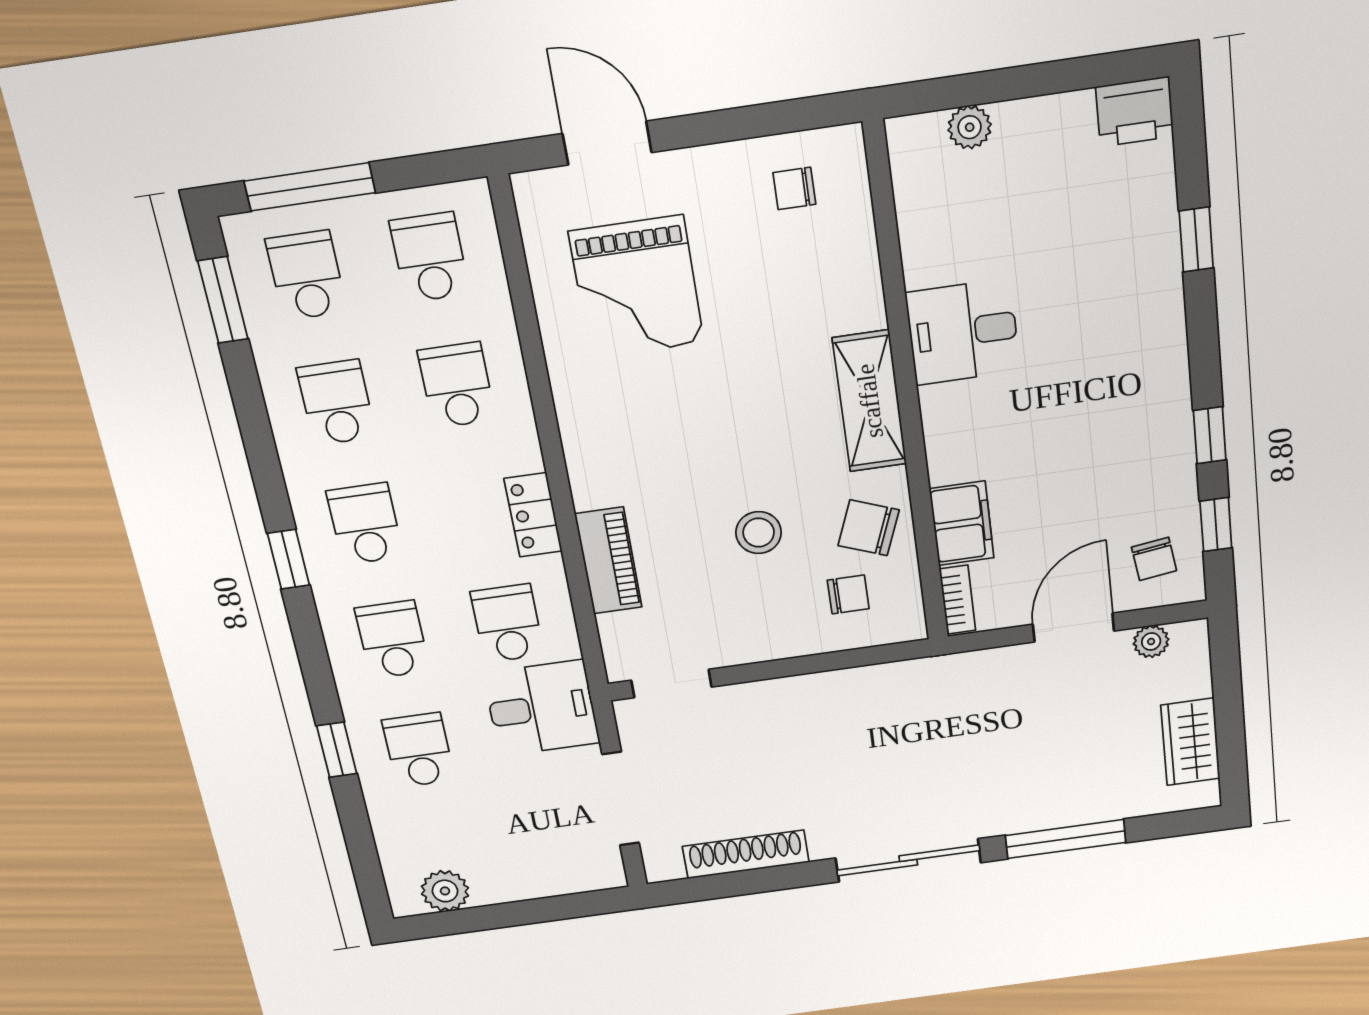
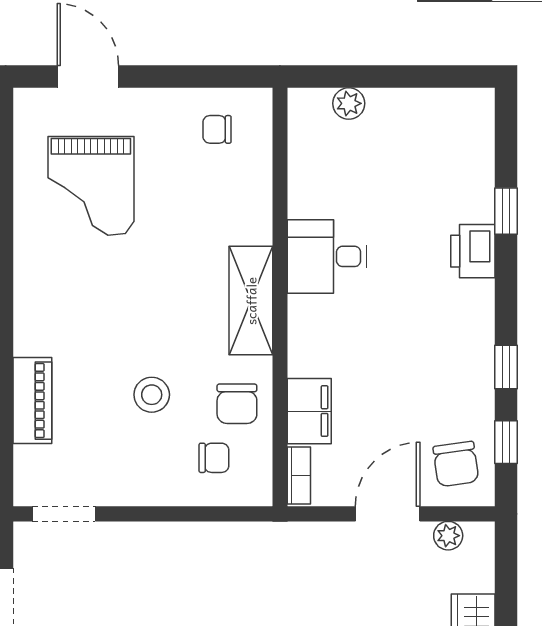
printer: (1135, 112) -> (473, 251), moved, turned 90
chair: (869, 528) -> (237, 404), turned -111
chair: (1154, 559) -> (456, 464), width x1.37, depth x1.37

